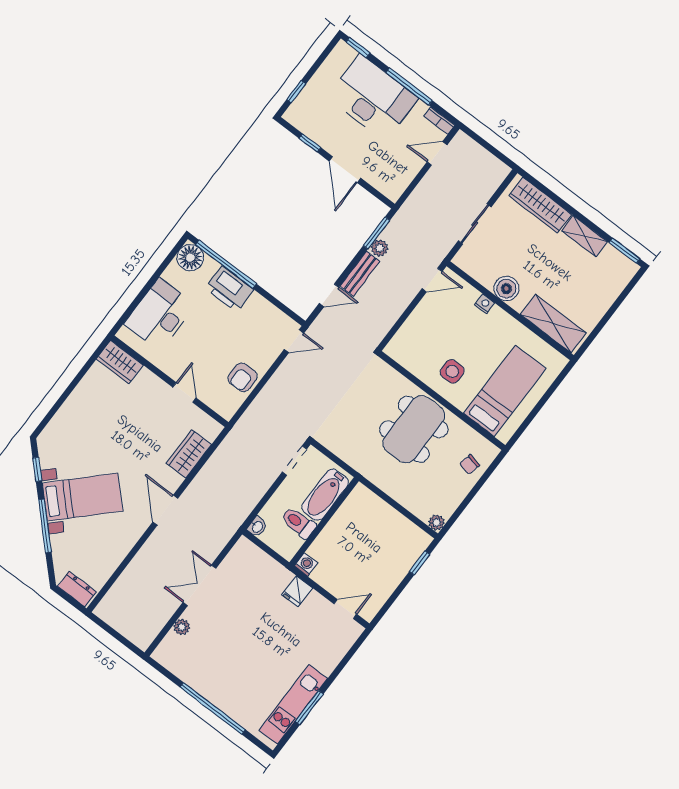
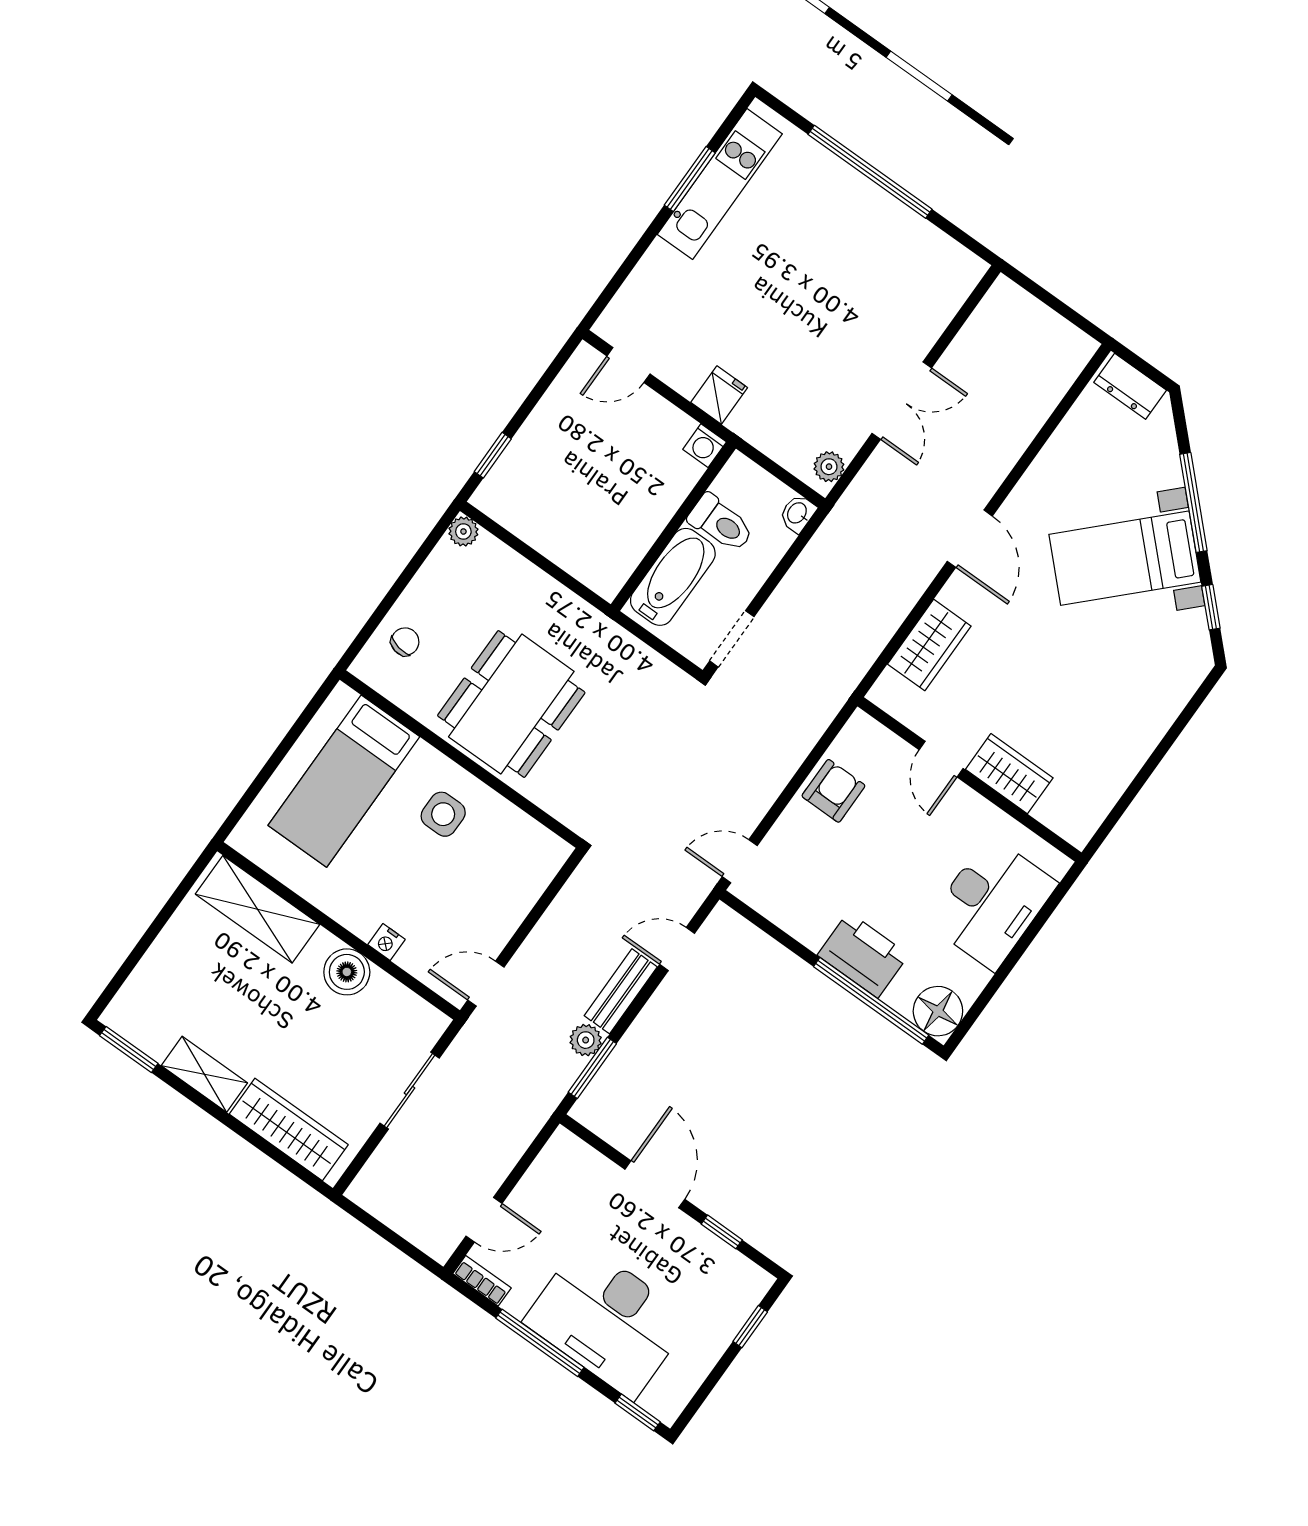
wardrobe: (120, 362) -> (1009, 774), moved
plant: (182, 627) -> (829, 467), moved

